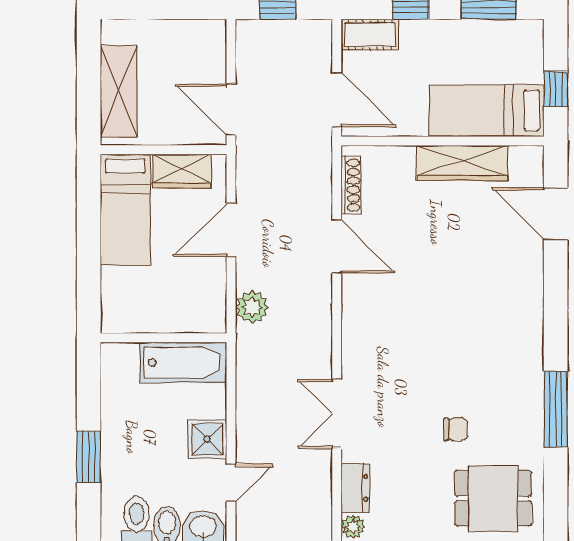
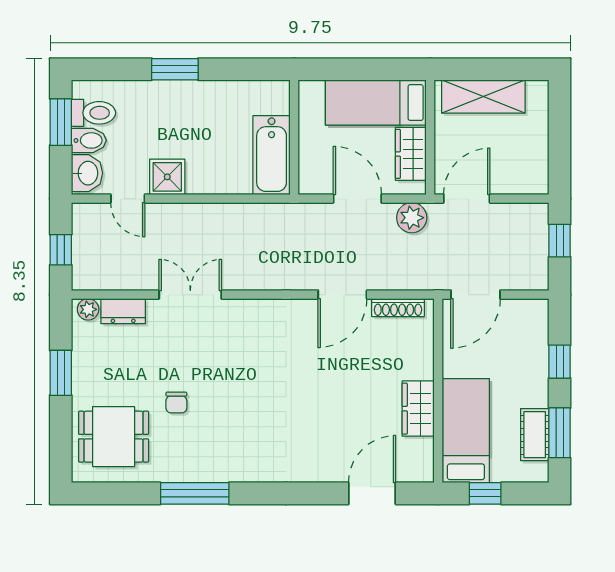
cot: (370, 35) -> (535, 435), moved
wardrobe: (462, 163) -> (418, 409), width x0.67
plant: (252, 307) -> (412, 218), moved
wall: (163, 338) -> (294, 137), moved
bathtub: (183, 363) -> (272, 155), moved
window: (89, 457) -> (175, 69), moved
dining table: (493, 498) -> (114, 437), turned 90

